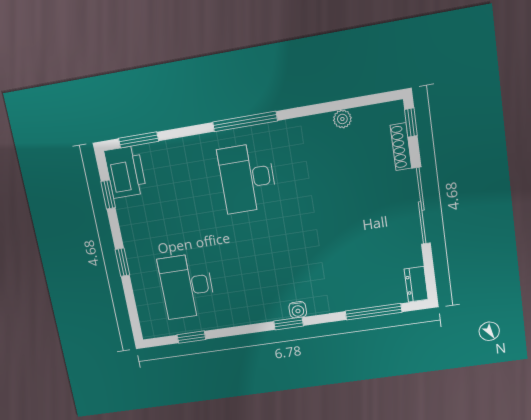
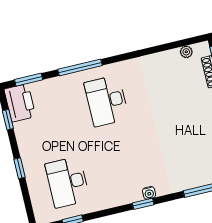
plant: (342, 119) -> (186, 52), moved
window: (245, 121) -> (80, 67), moved

